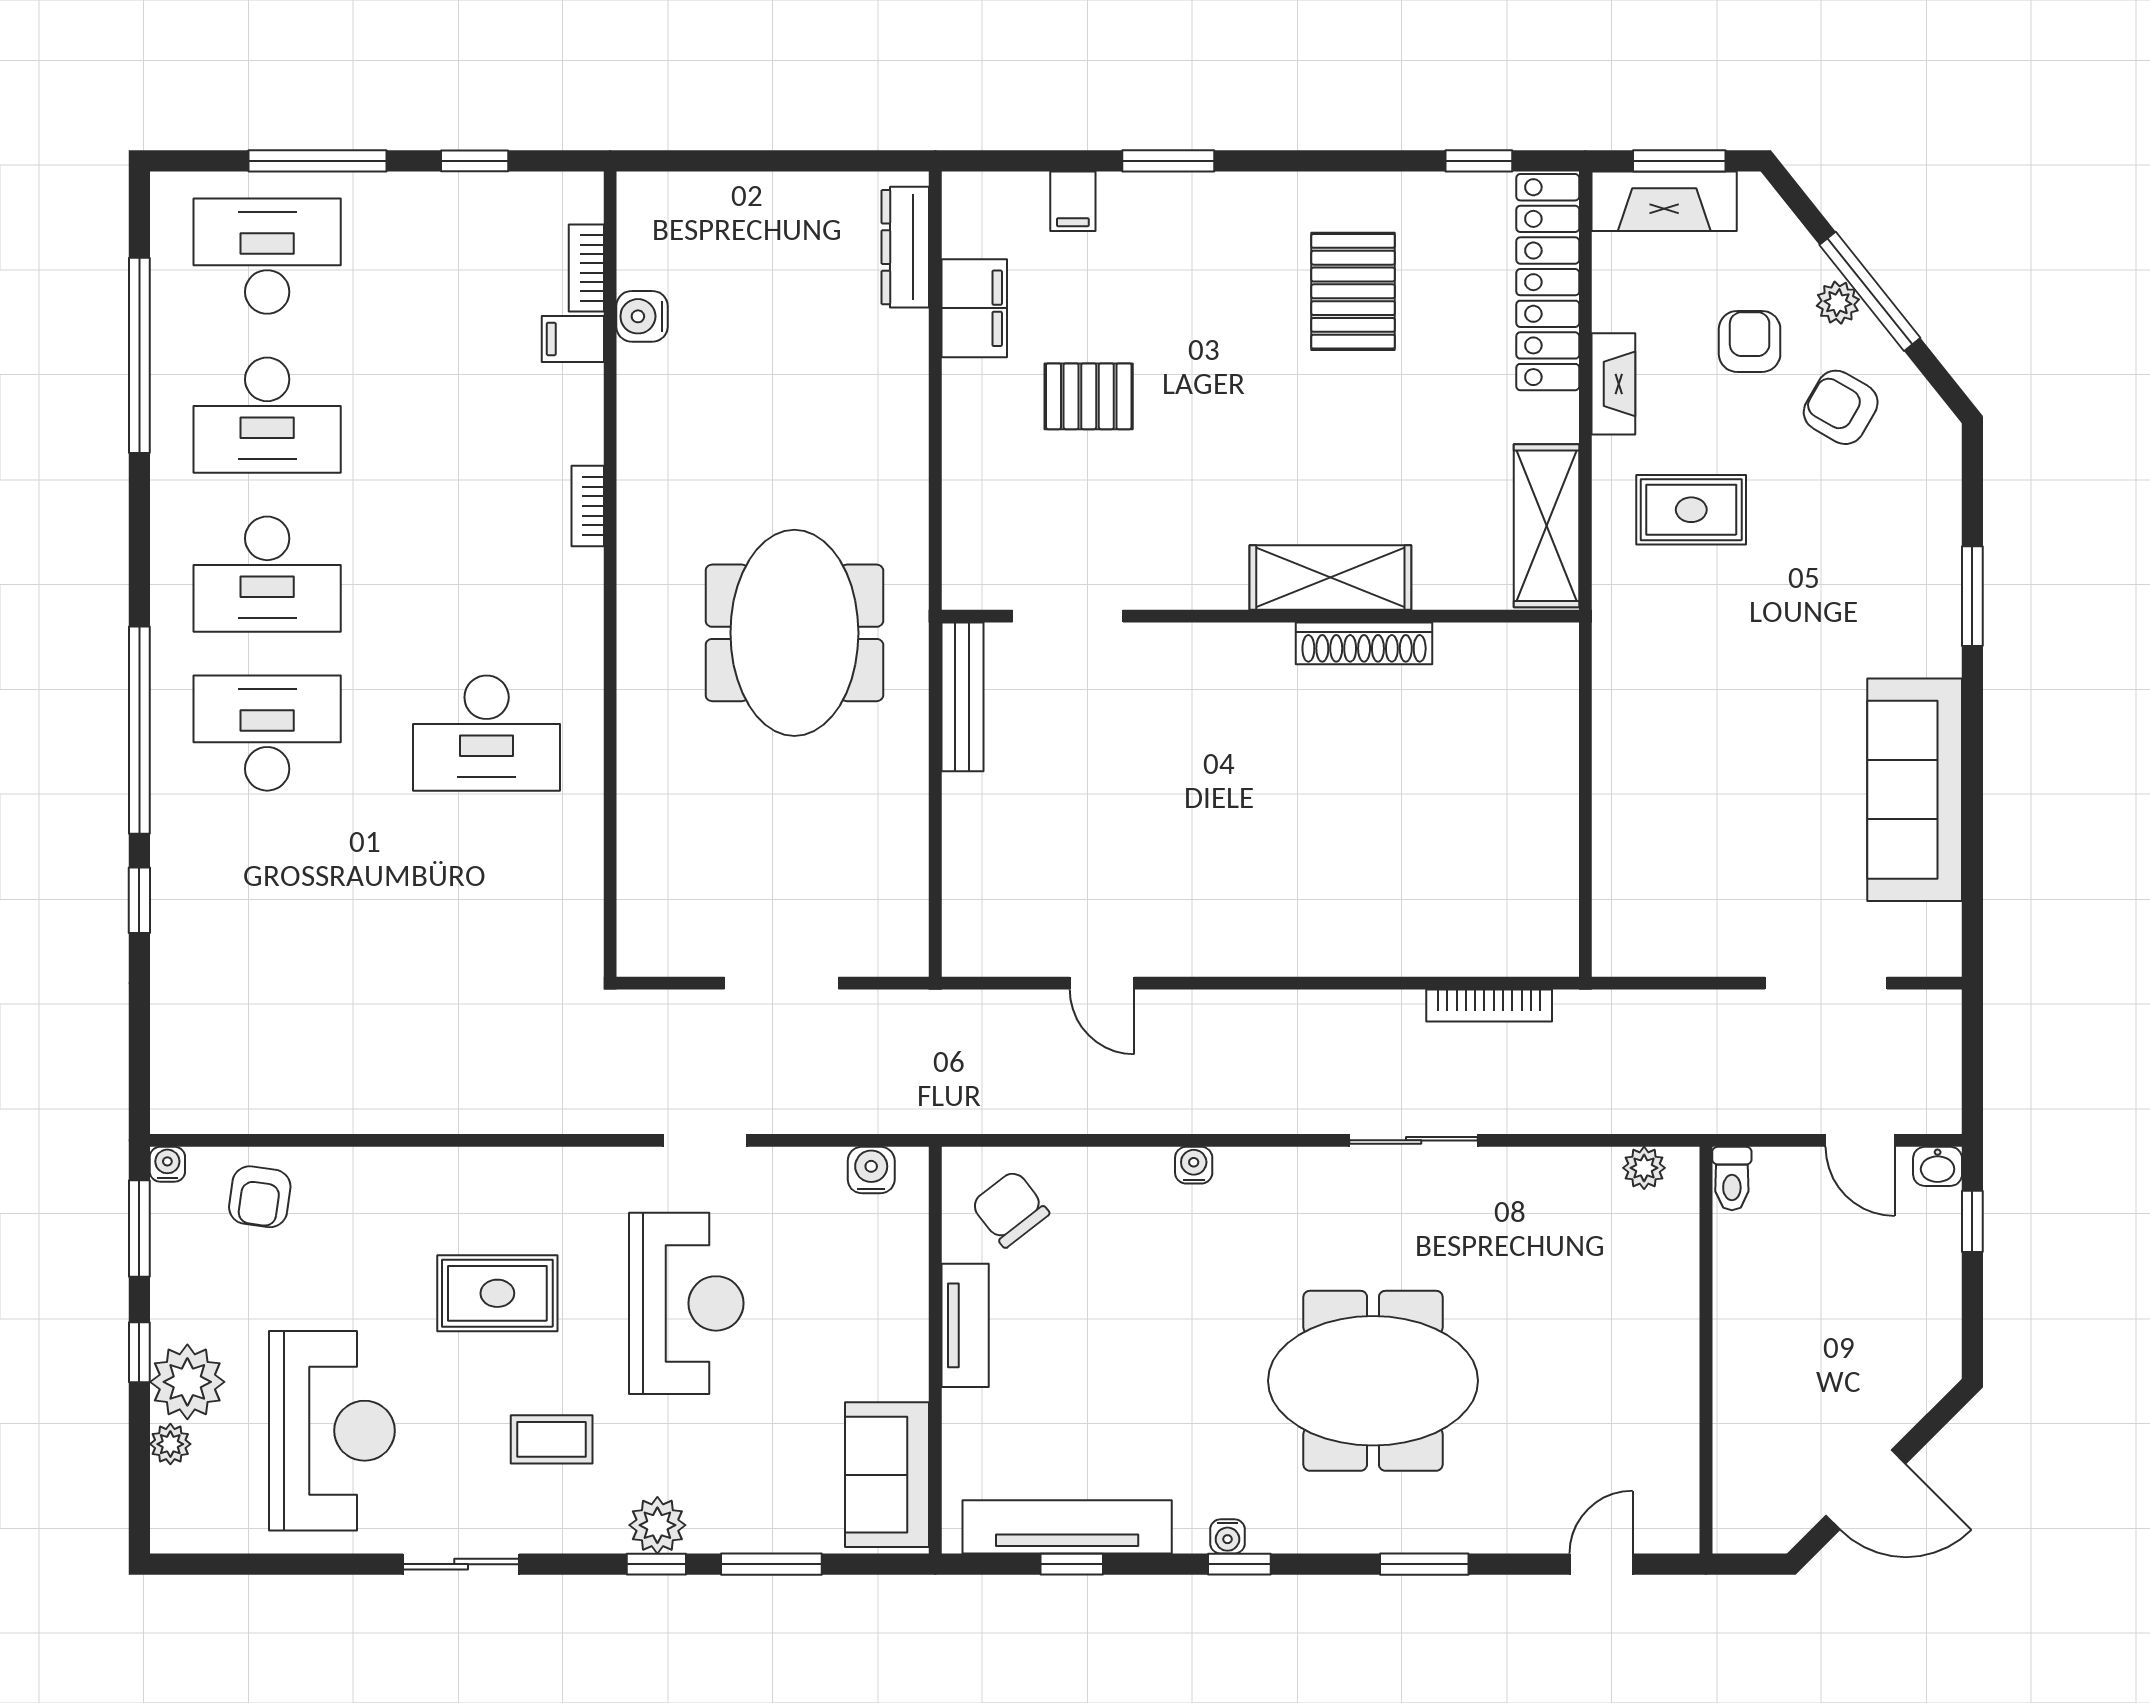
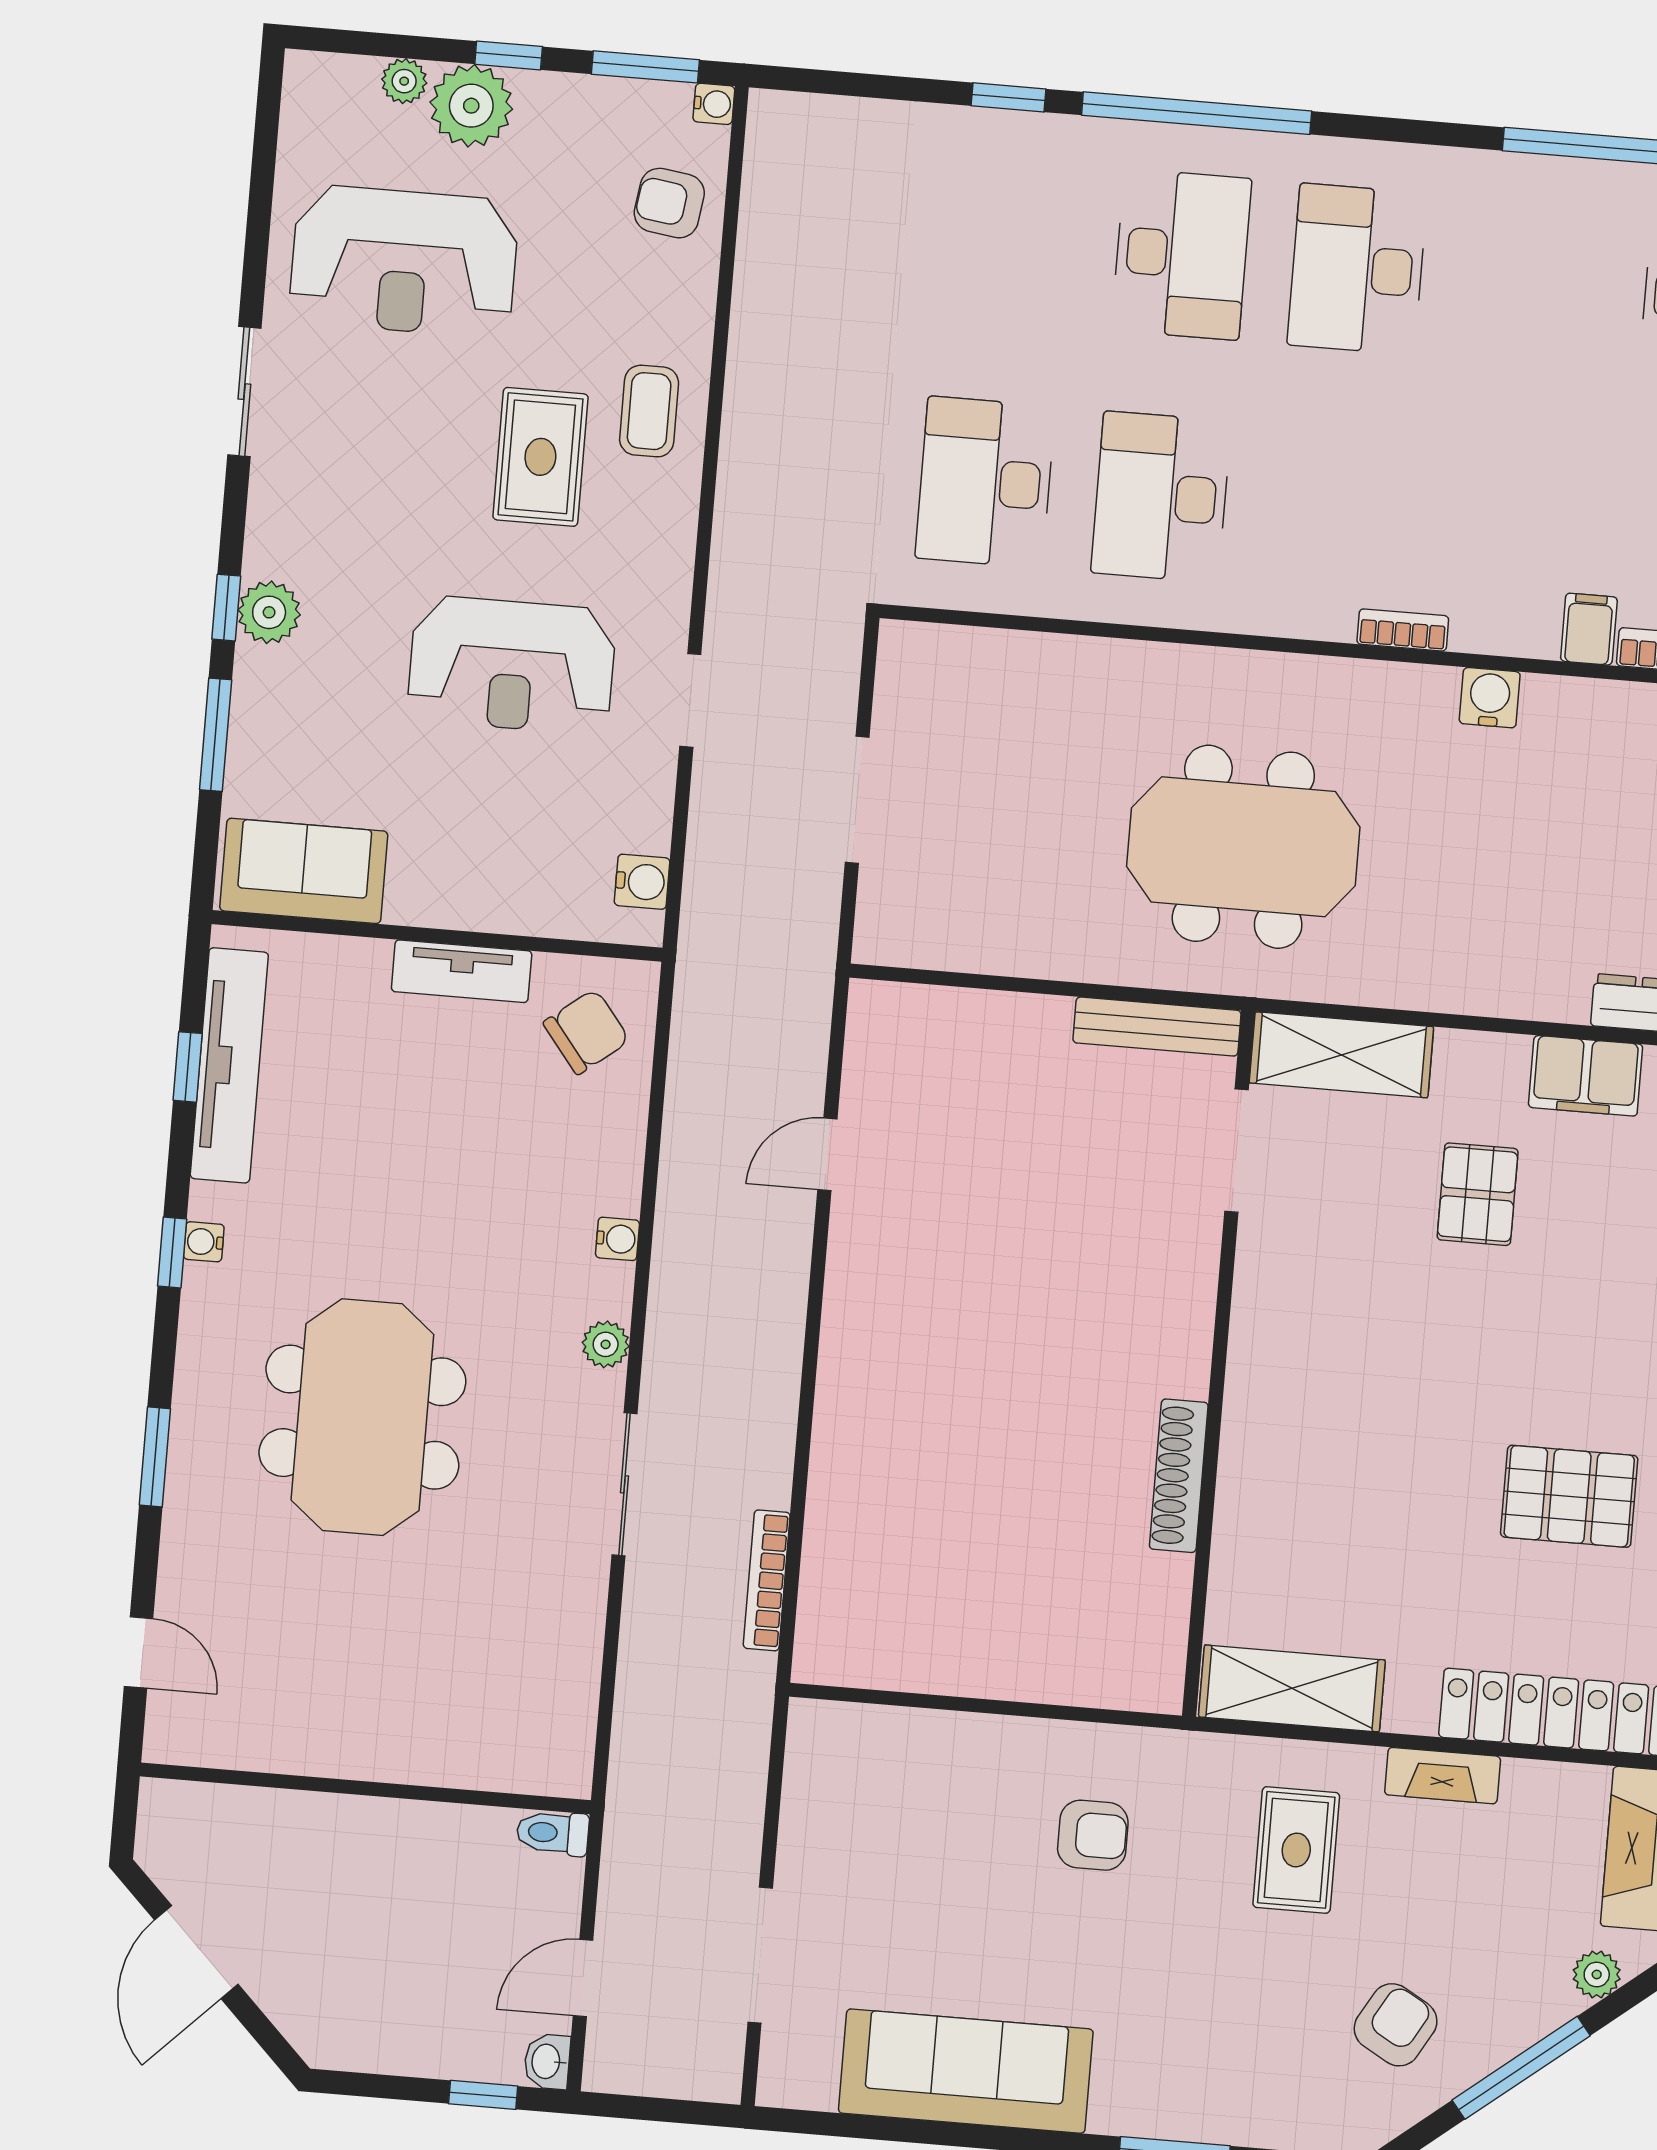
plant: (1838, 303) -> (1597, 1974), moved
water cooler: (642, 316) -> (1490, 698), moved
armchair: (1750, 341) -> (1093, 1835), moved
desk: (267, 415) -> (985, 482), moved
shelving: (1330, 577) -> (1341, 1055), moved, turned 90
plant: (1644, 1168) -> (606, 1344), moved
coffee table: (552, 1439) -> (649, 411), moved

